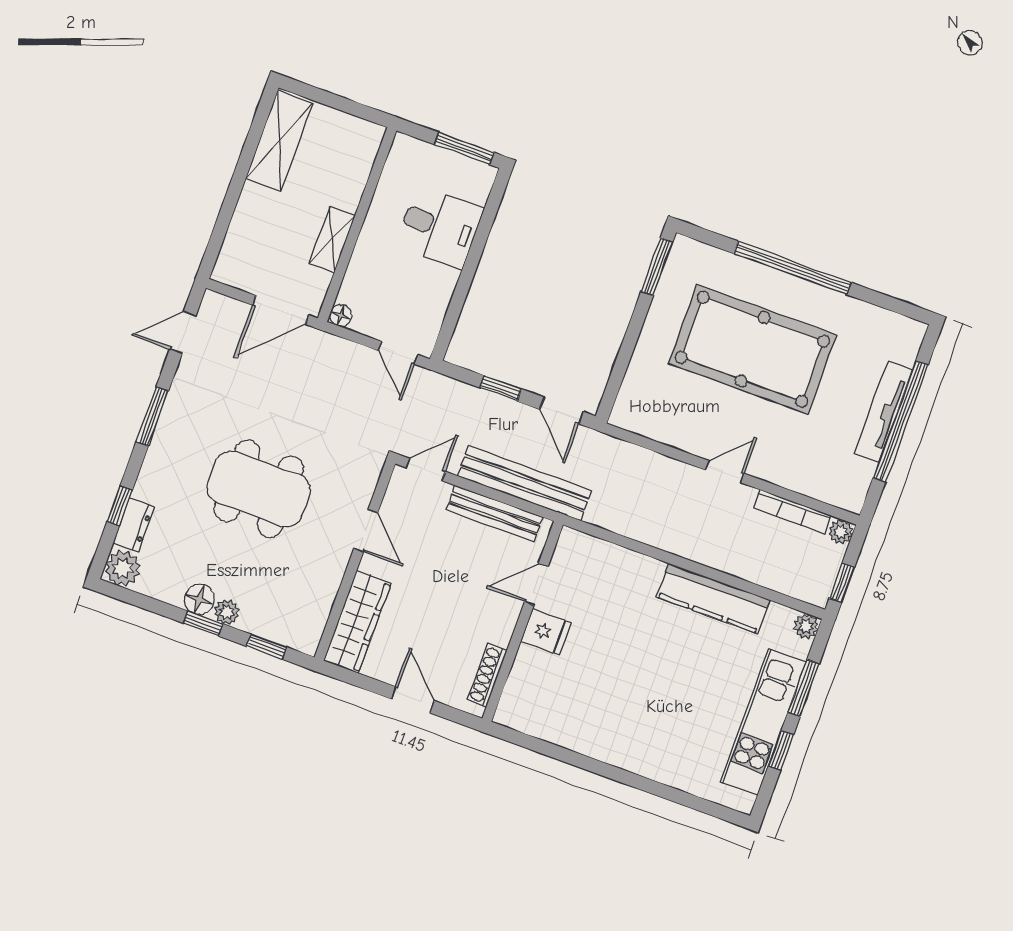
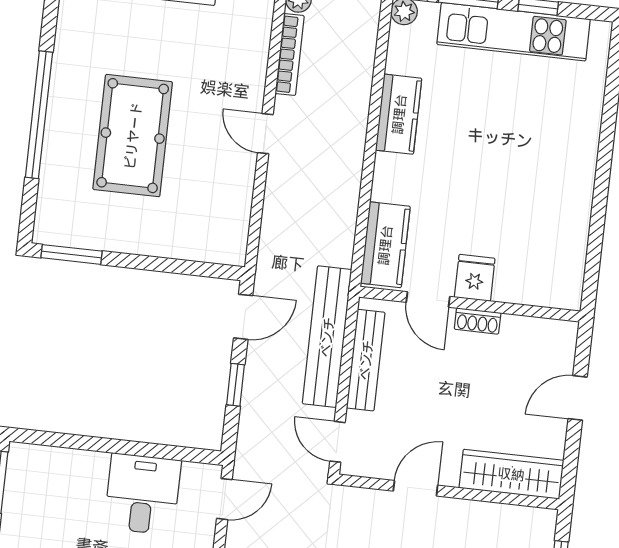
desk: (440, 227) -> (143, 494), moved
pool table: (752, 349) -> (133, 136), width x0.73, depth x0.76
kitchen counter: (596, 557) -> (385, 245), added
kitchen counter: (713, 598) -> (399, 114), width x0.67
shoe rack: (487, 675) -> (478, 321), moved, width x0.70

